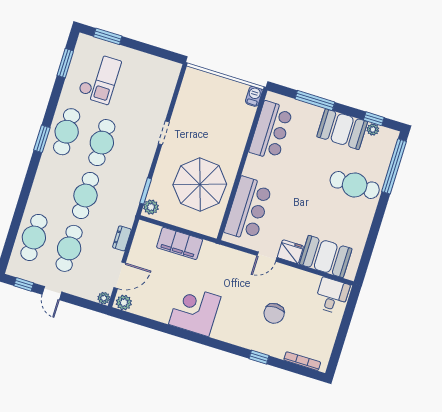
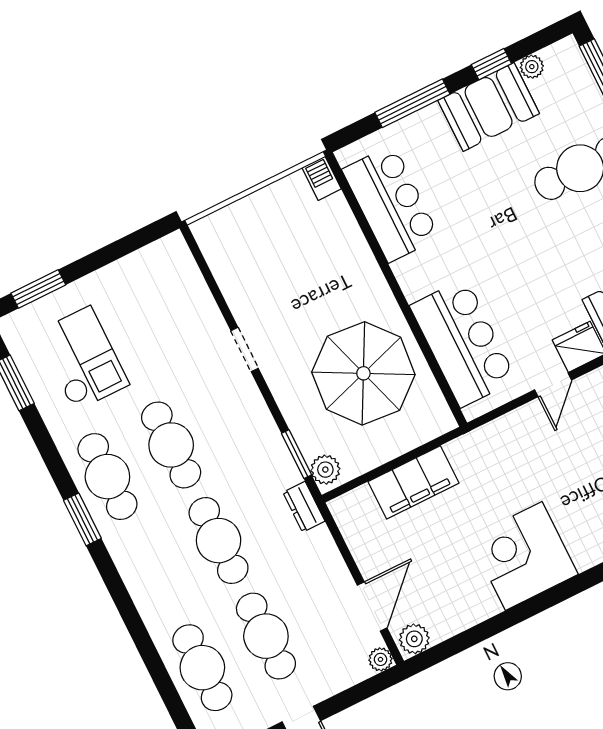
window: (374, 119) -> (491, 64), moved
dresser: (122, 238) -> (304, 507), moved

